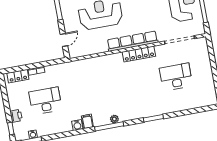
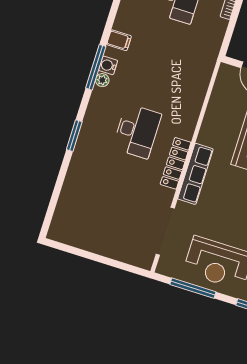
row of seats: (132, 41) -> (195, 174), width x0.73
desk: (176, 77) -> (137, 131), moved
water cooler: (77, 125) -> (108, 65), moved

